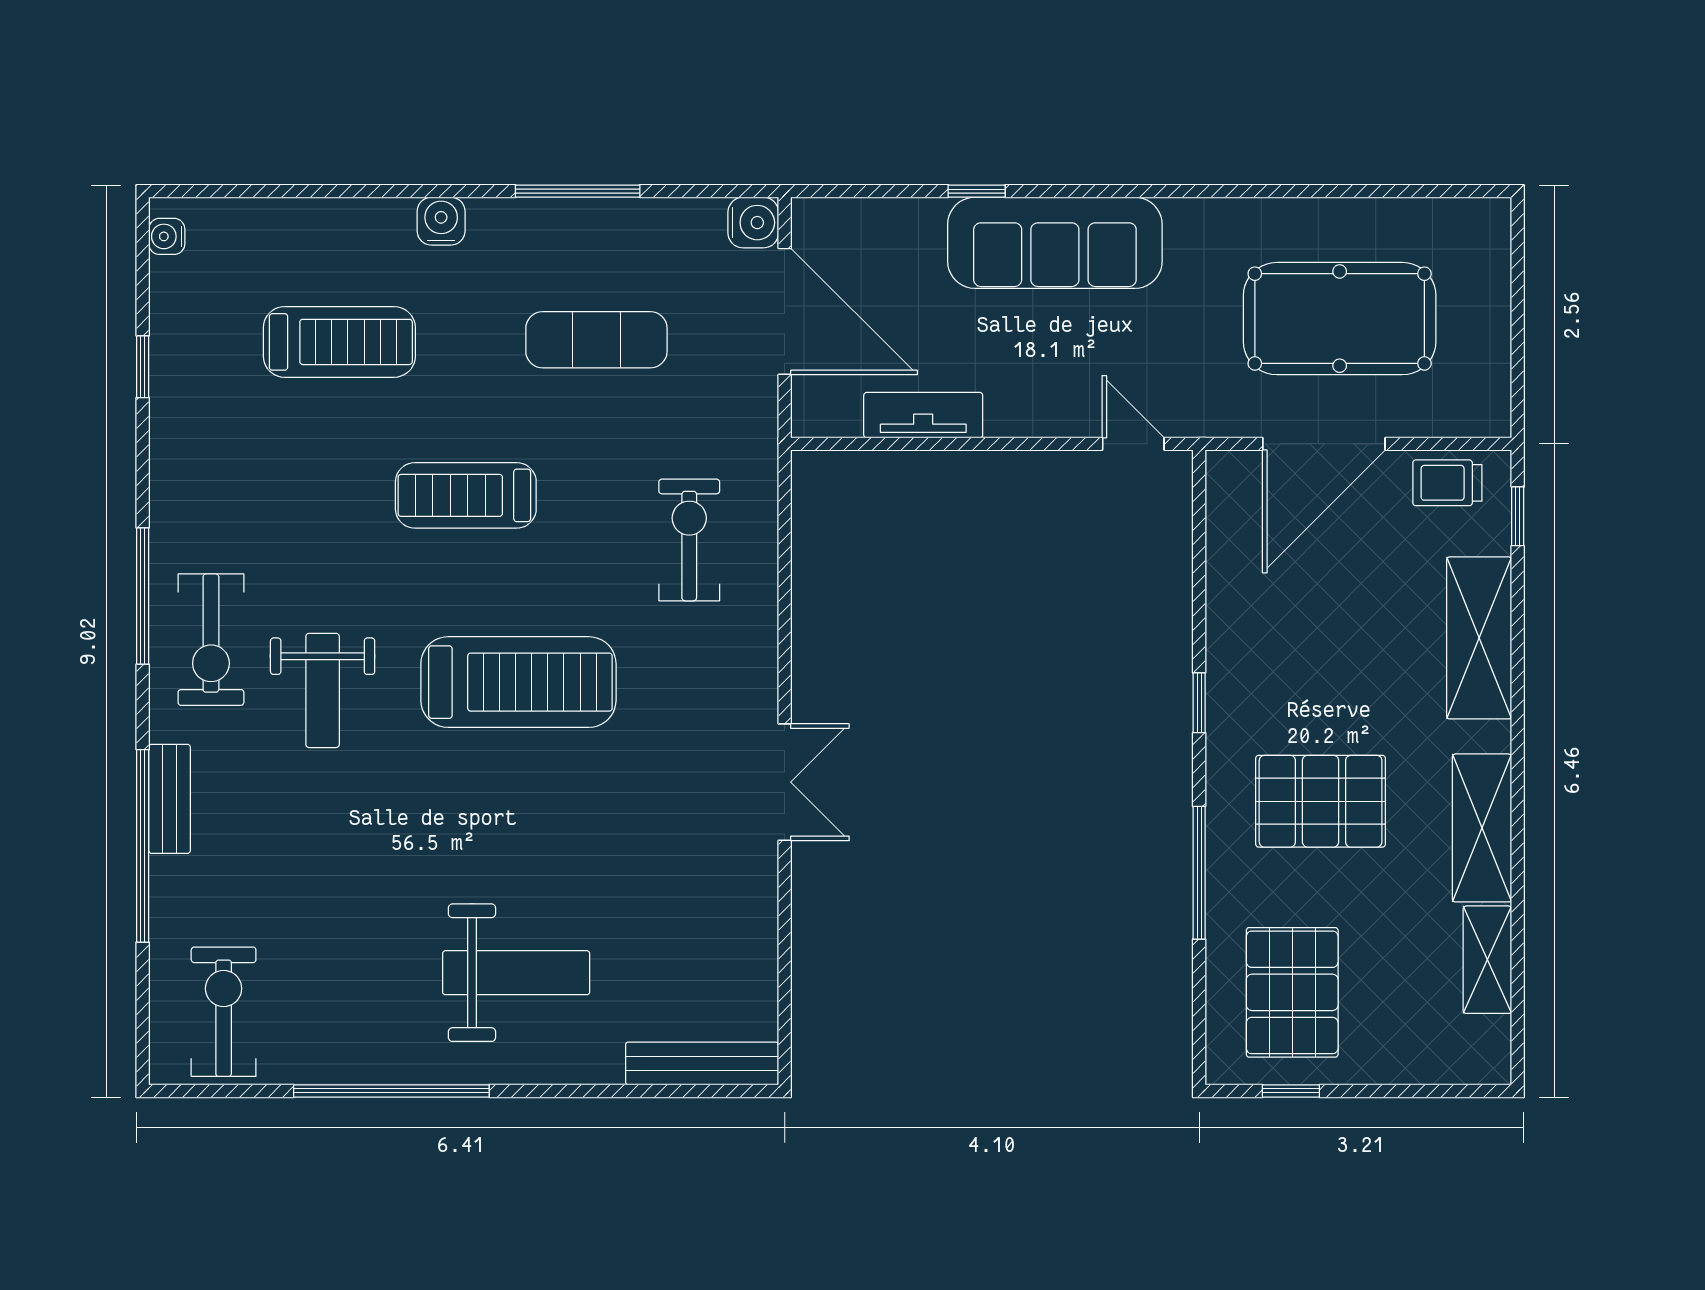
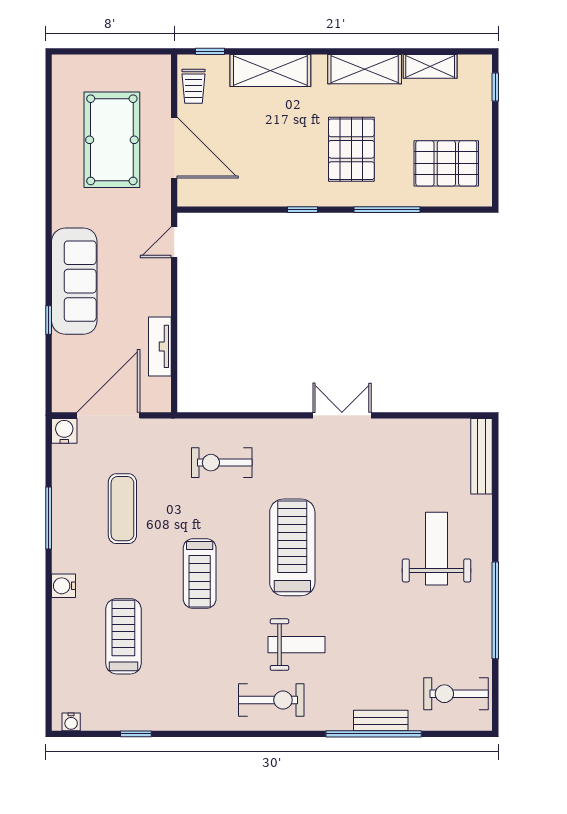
window: (143, 596) -> (250, 734), removed
bench: (170, 799) -> (381, 721), moved
window: (1291, 1091) -> (495, 87), moved

